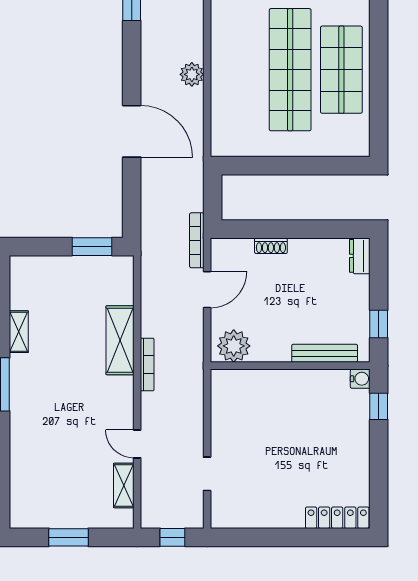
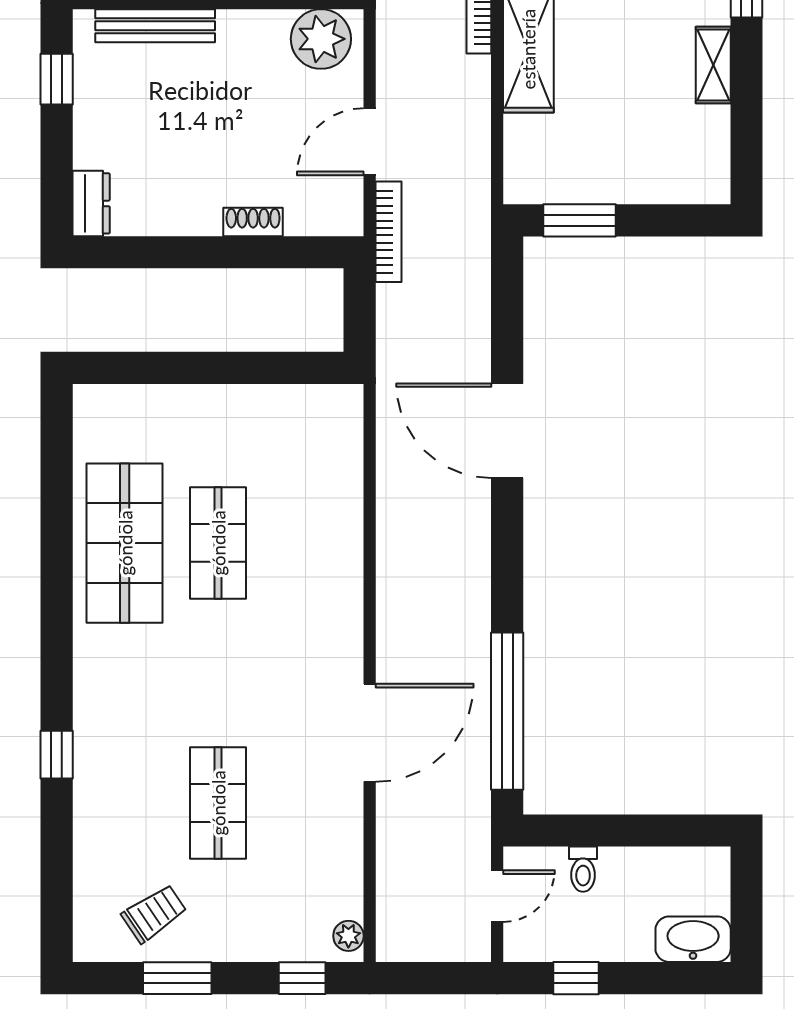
shop shelf: (290, 70) -> (218, 543), width x0.50, depth x0.74
plant: (192, 74) -> (397, 534), removed

